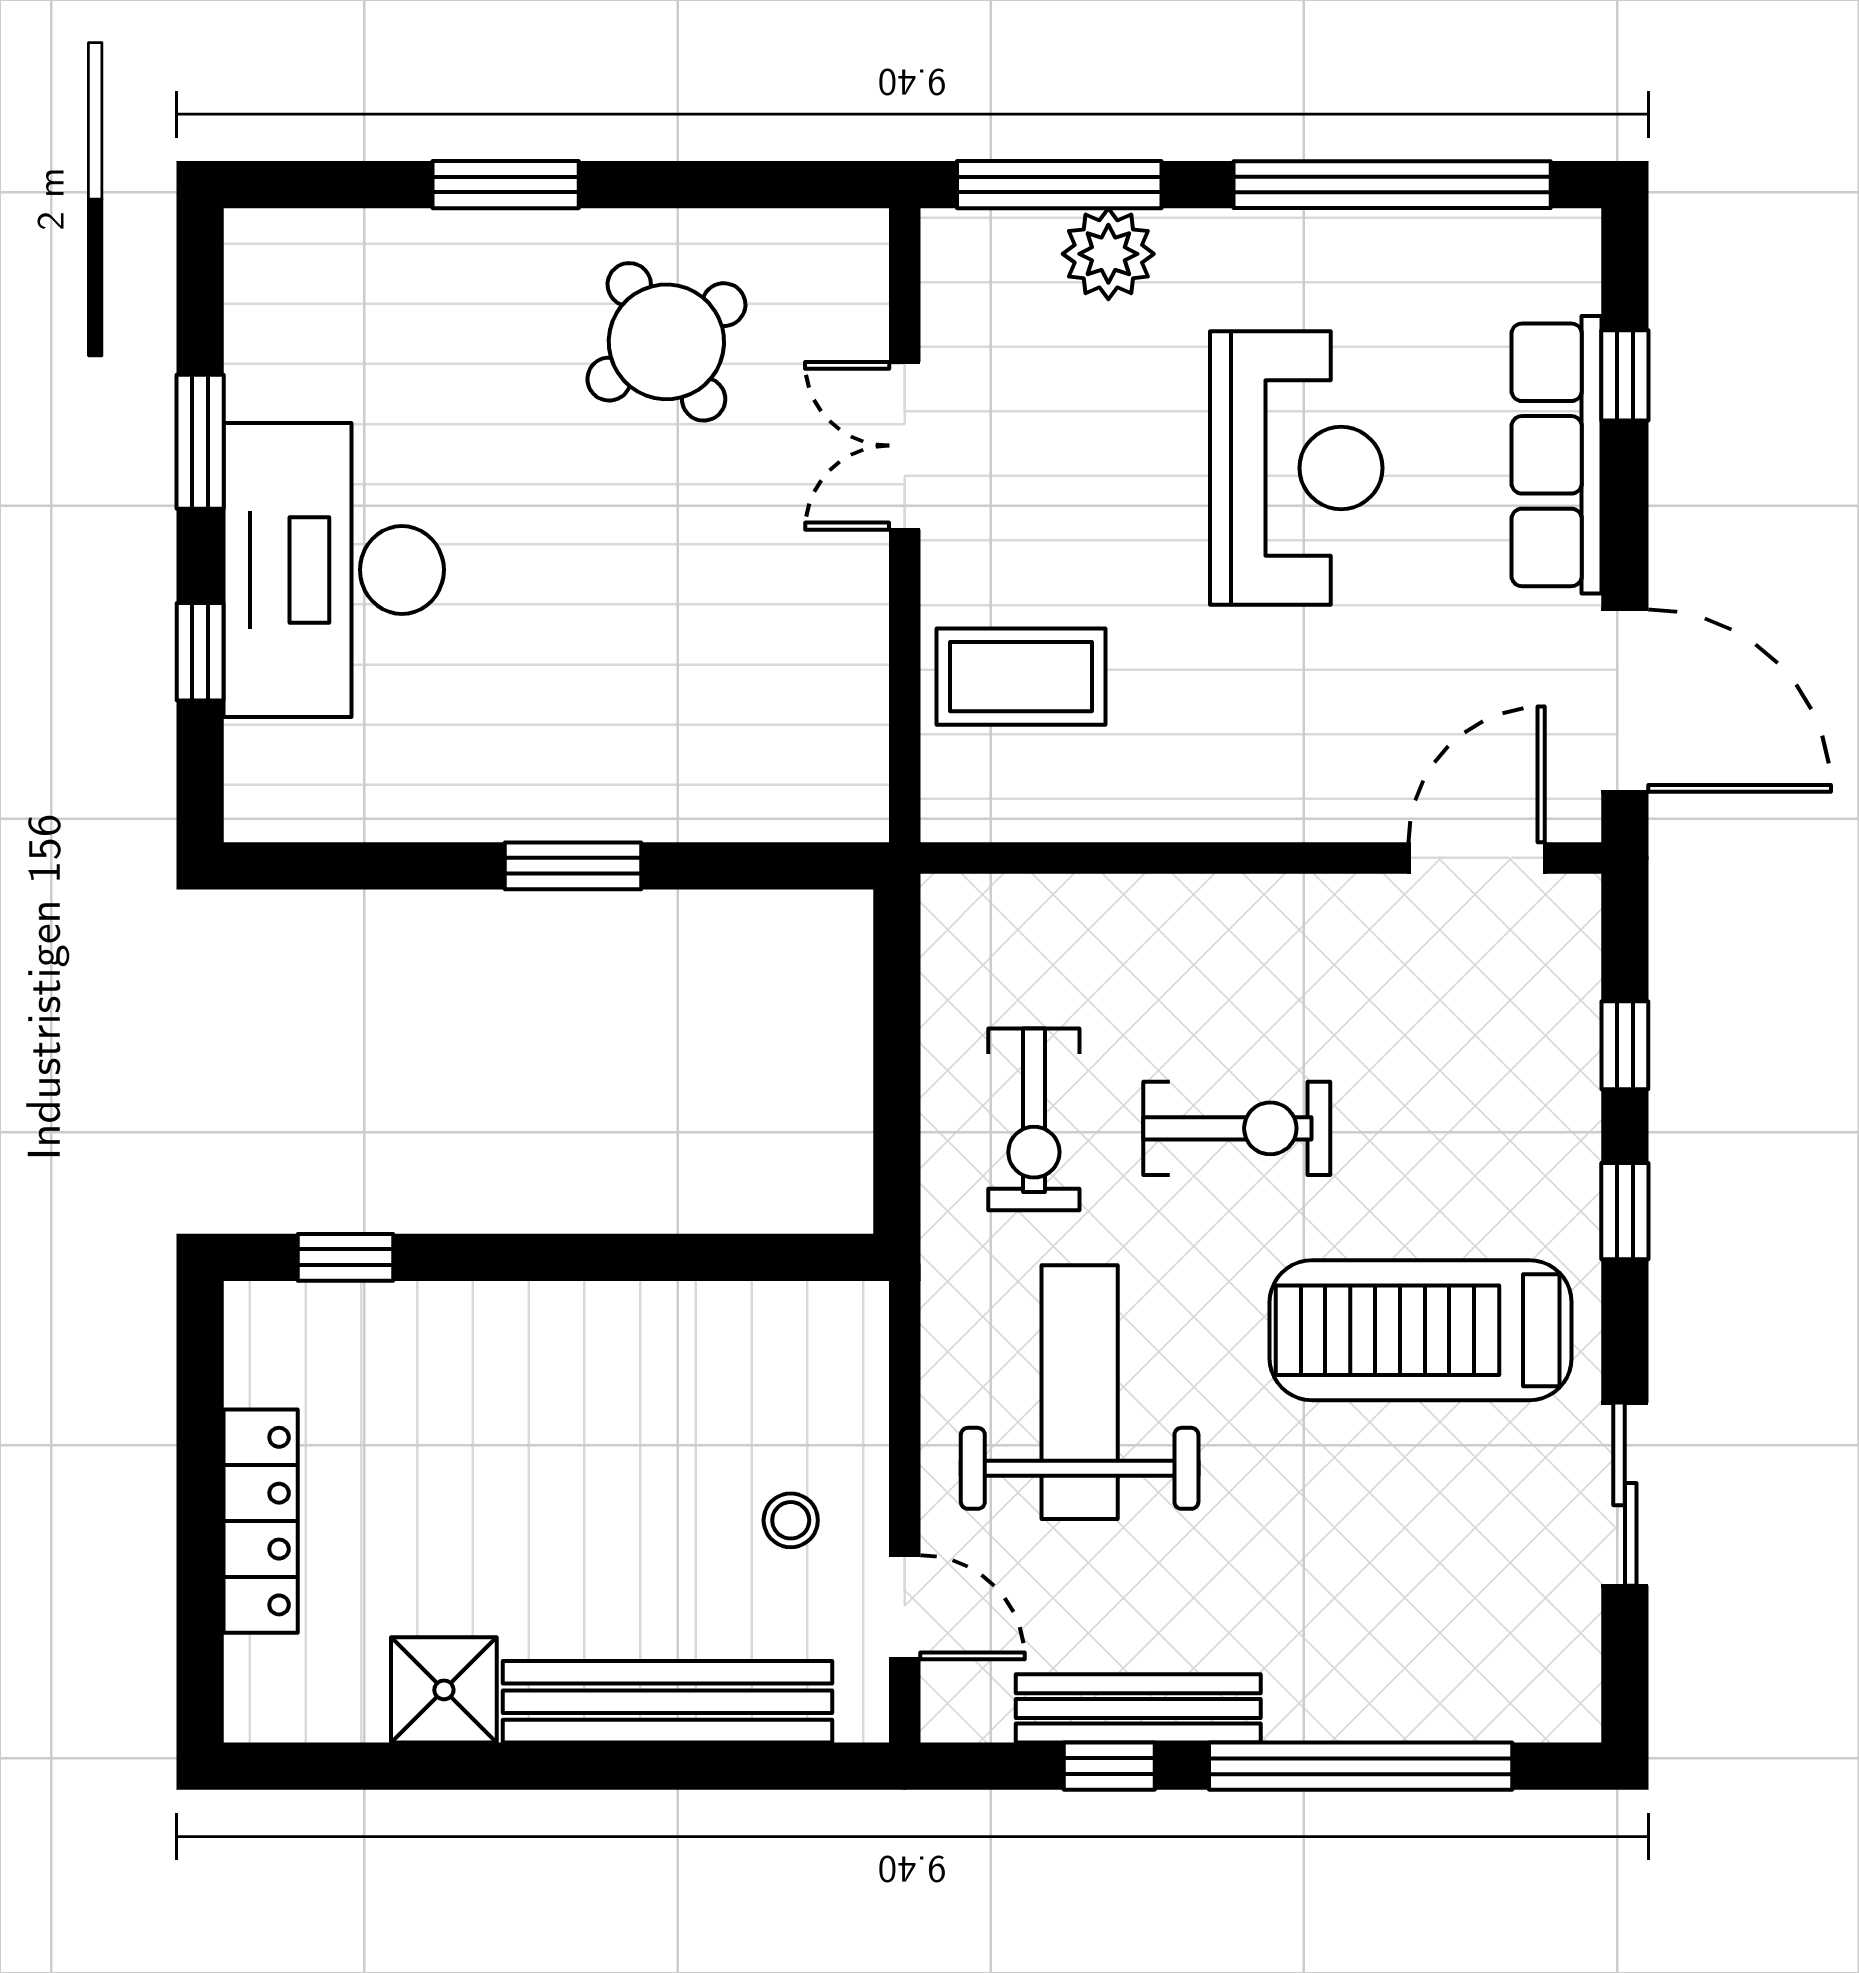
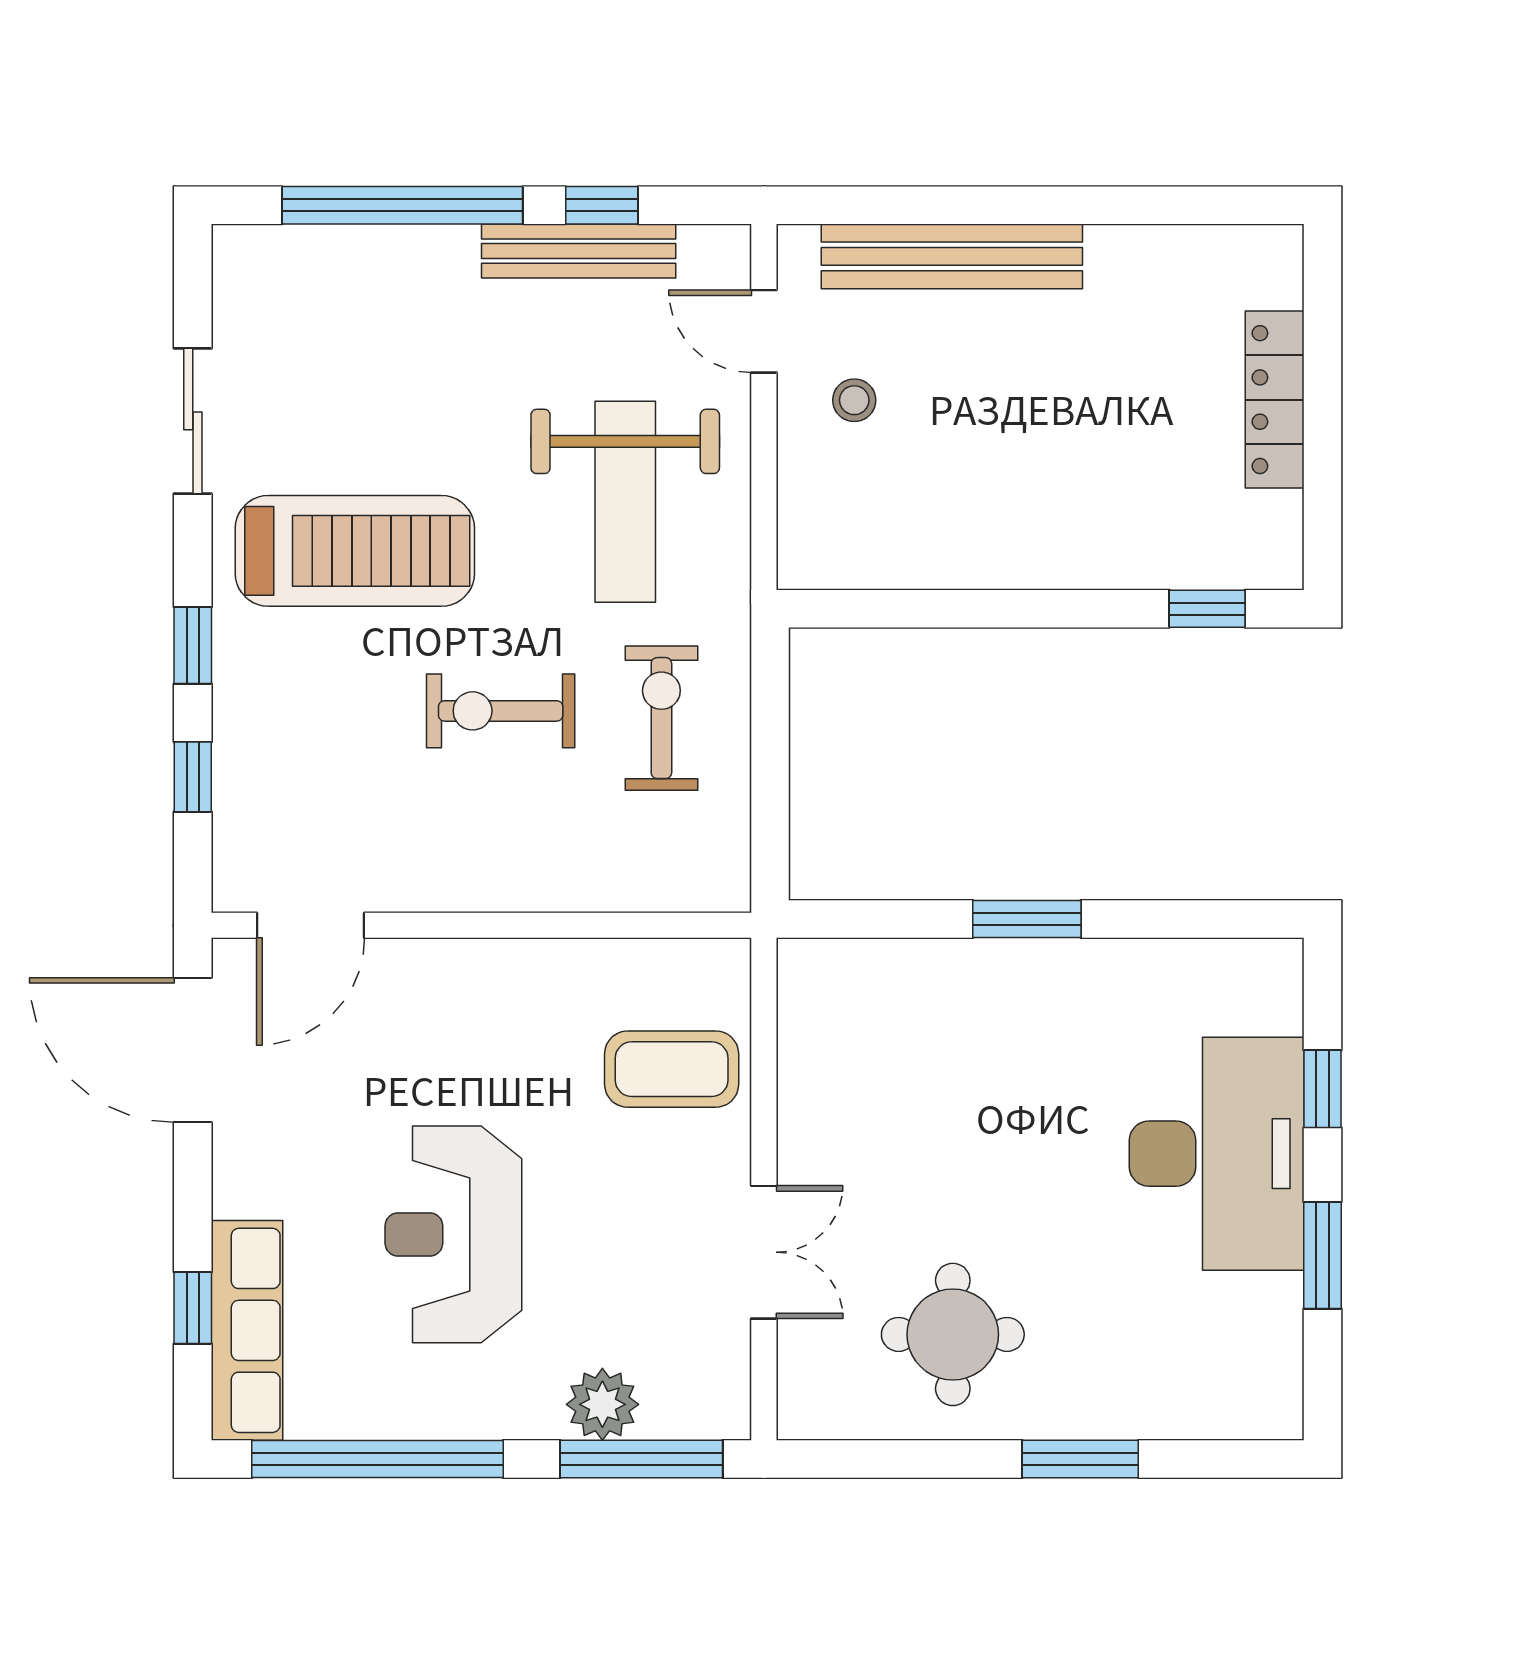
round table: (666, 342) -> (953, 1334), turned 33
row of seats: (1557, 455) -> (247, 1330), moved
shower: (444, 1690) -> (1129, 266), removed

